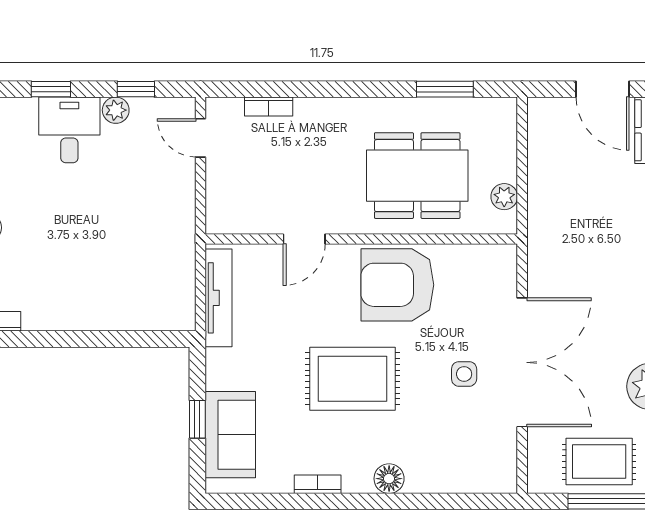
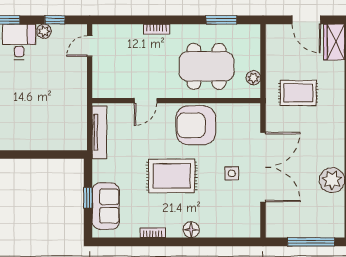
bookcase: (269, 107) -> (156, 29), moved
door: (201, 138) -> (90, 46), hinge flipped
rug: (599, 462) -> (298, 93), moved

